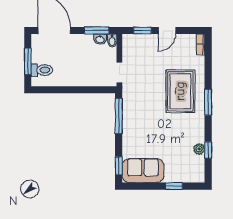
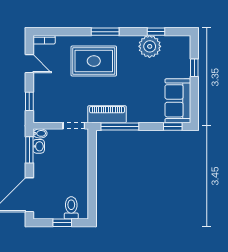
door: (167, 31) -> (29, 64), moved
window: (28, 61) -> (62, 223), width x0.67
piano: (130, 104) -> (107, 114), added
plant: (199, 149) -> (150, 46), width x1.88, depth x1.88

